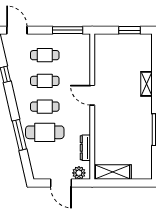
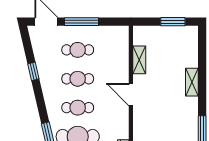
window: (68, 30) -> (82, 22), moved
shelving: (100, 64) -> (139, 60), added

